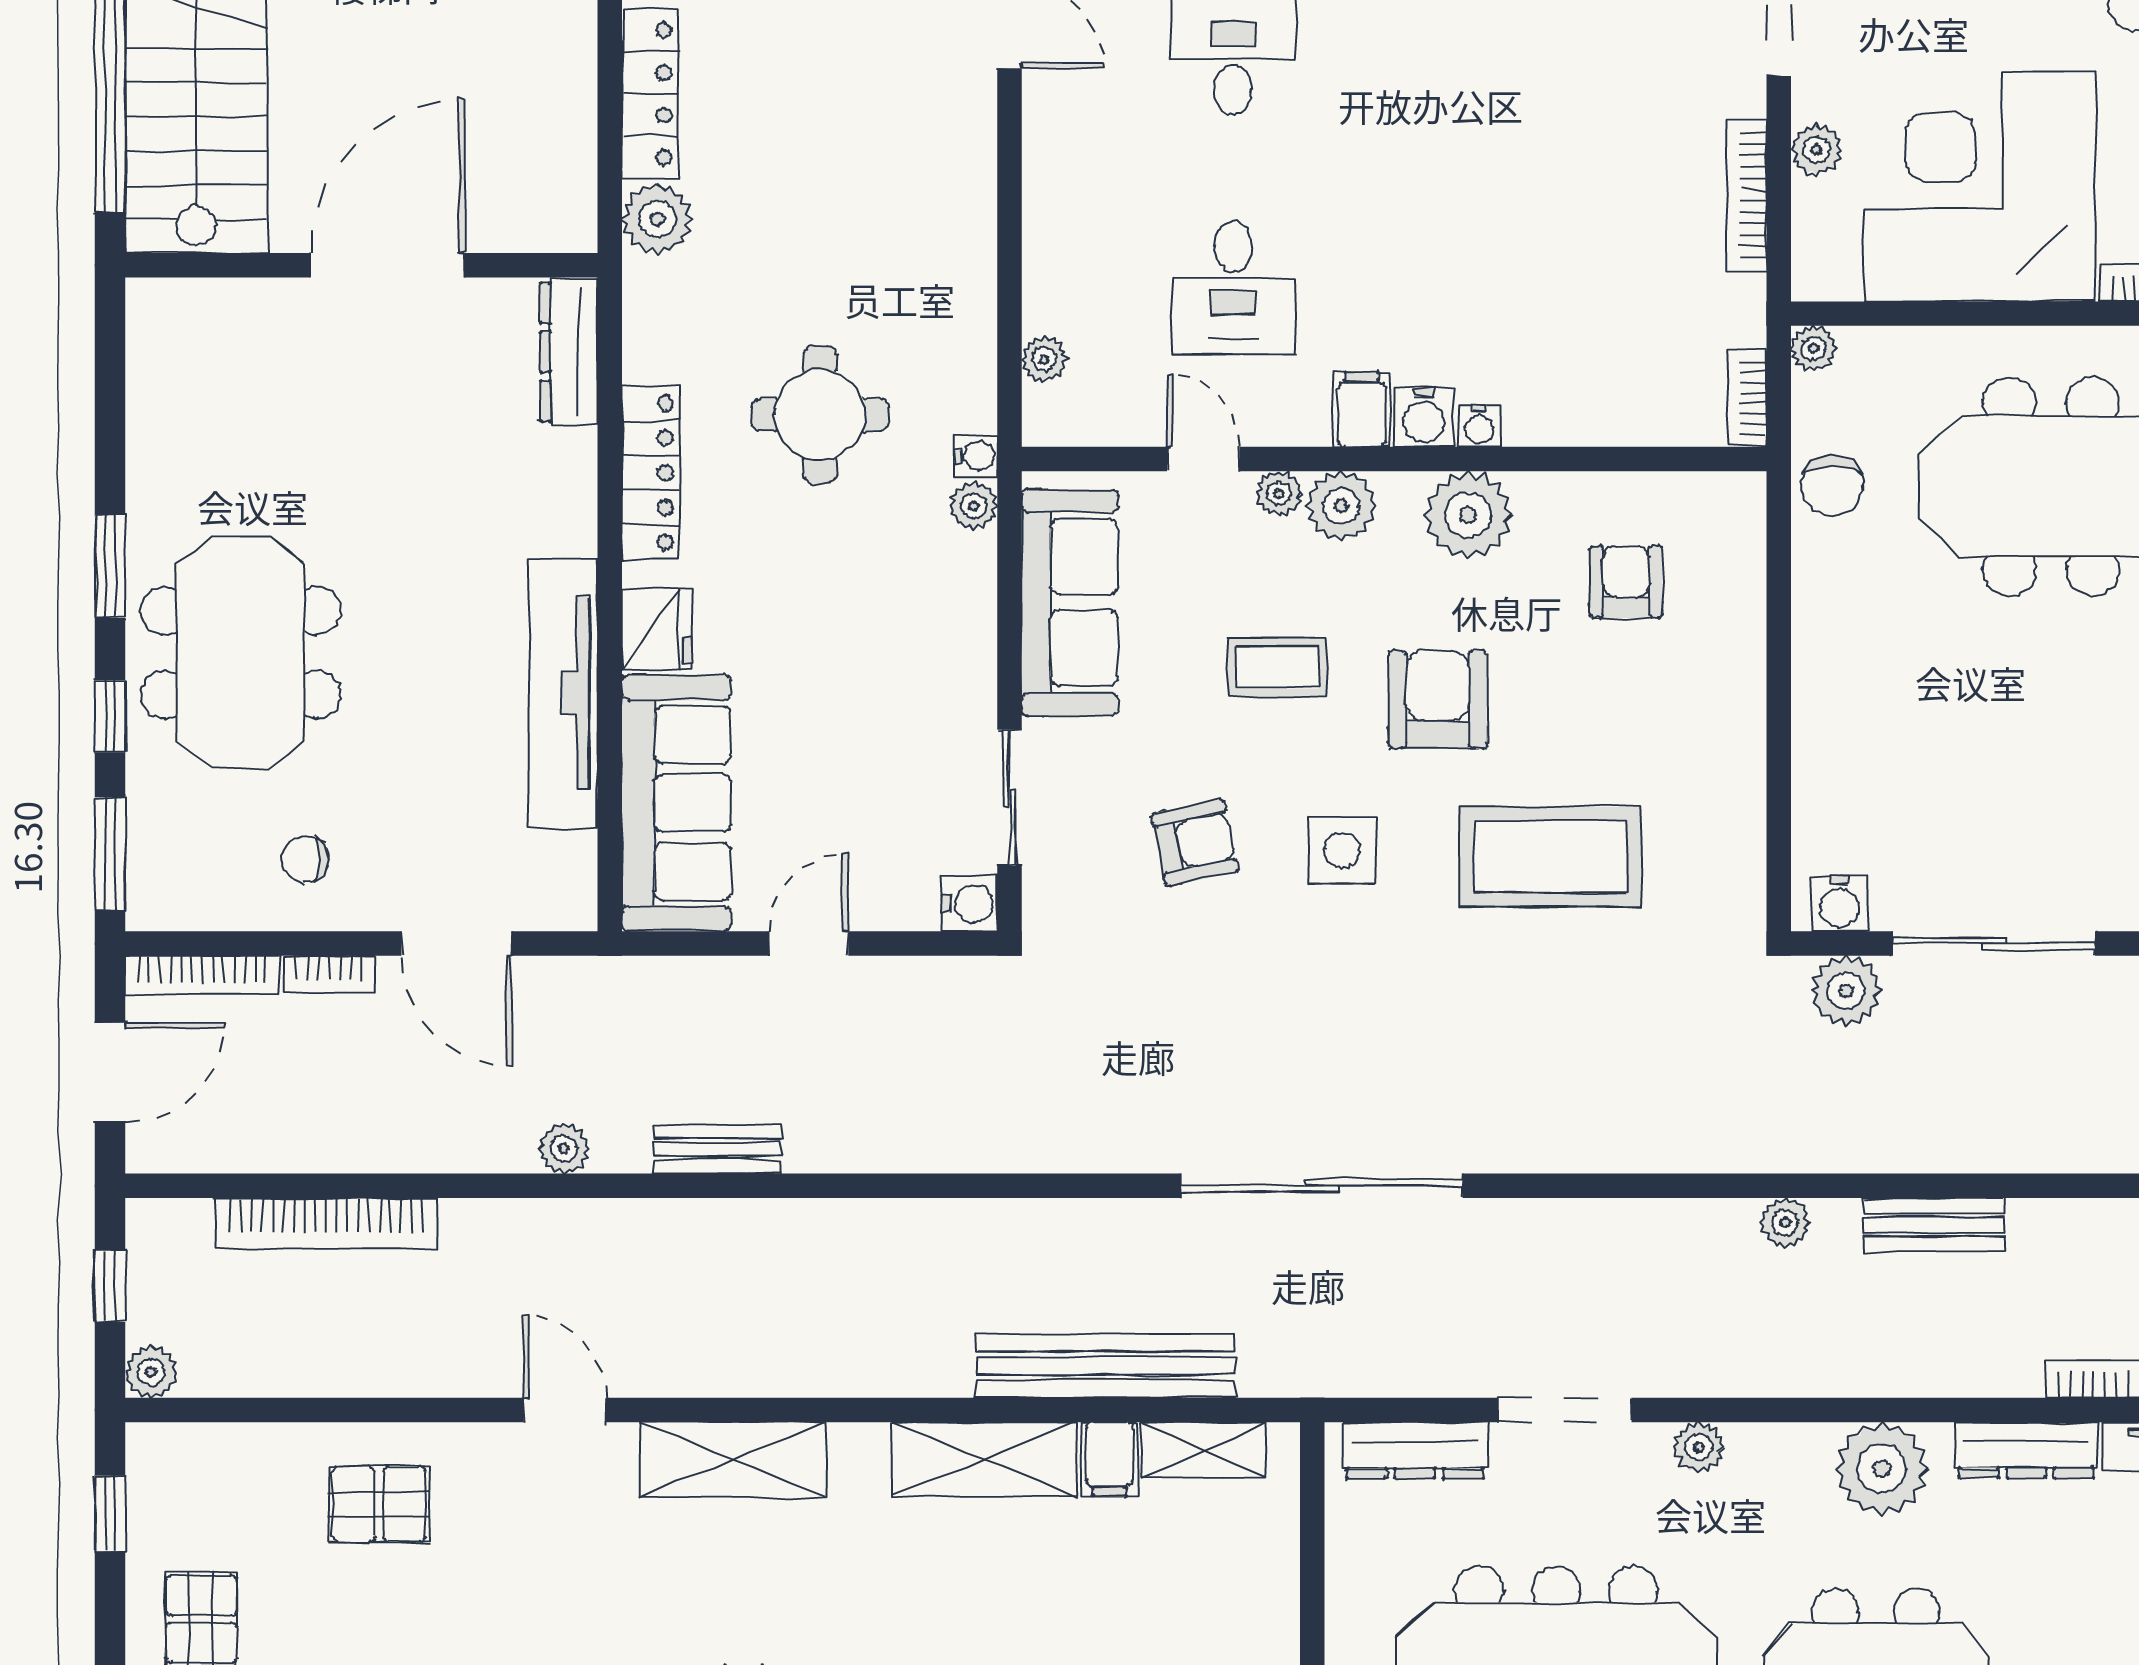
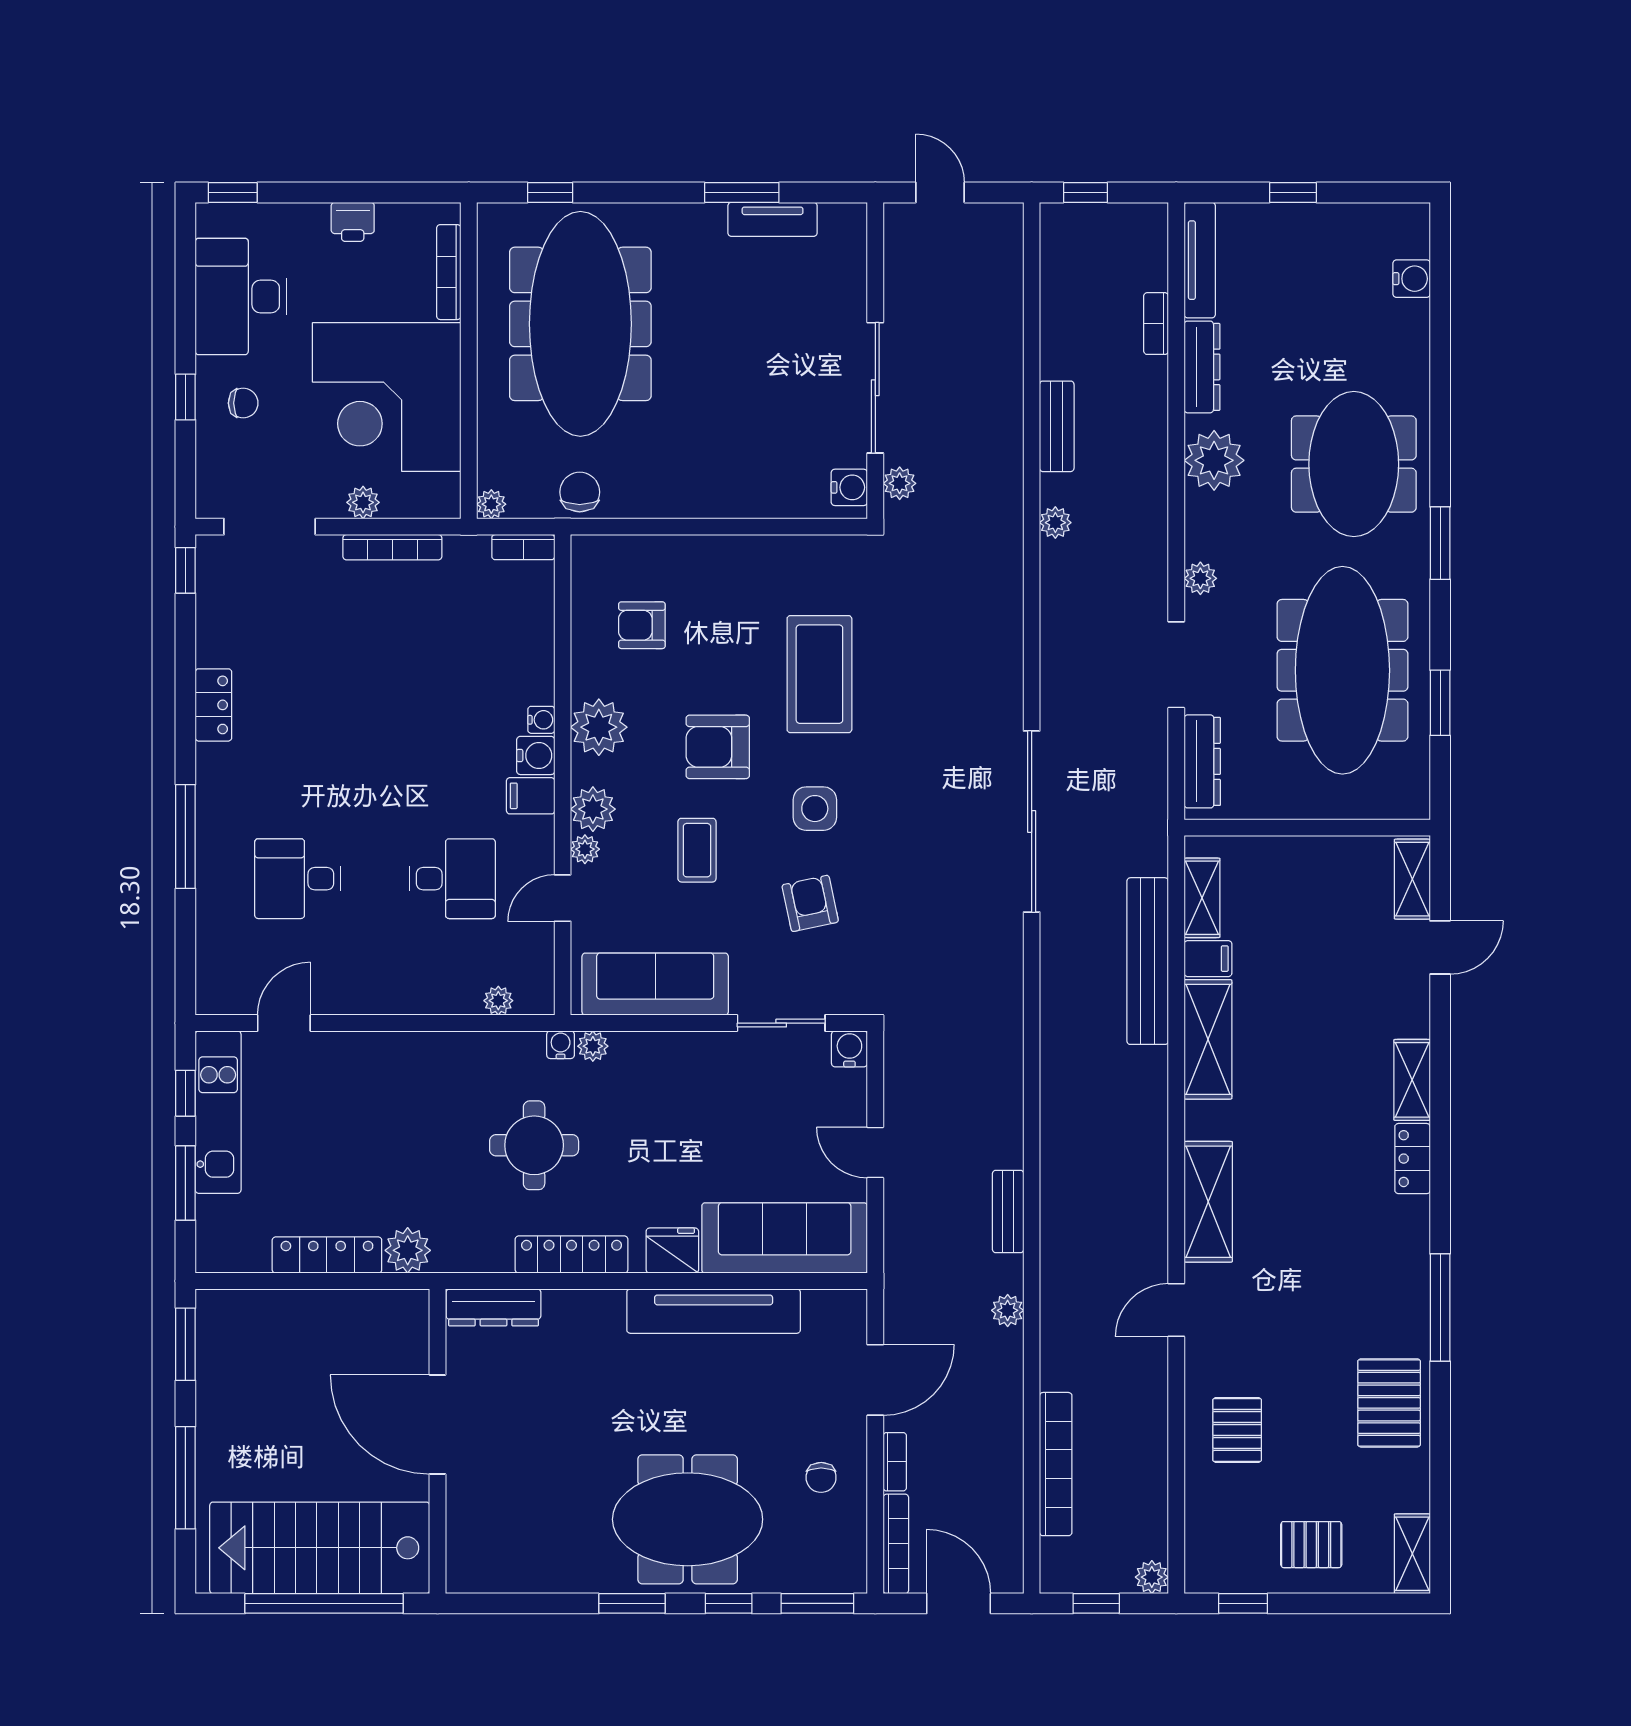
chair: (1832, 486) -> (580, 492), turned -90
plant: (1846, 991) -> (900, 483), width x0.73, depth x0.73

